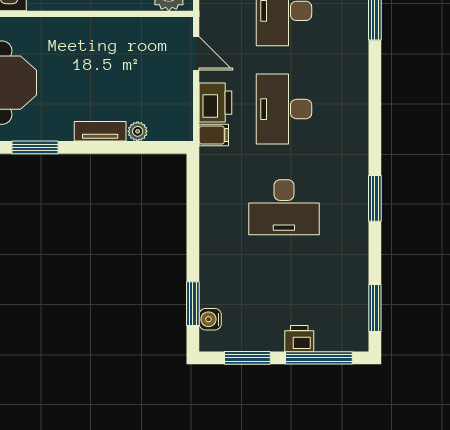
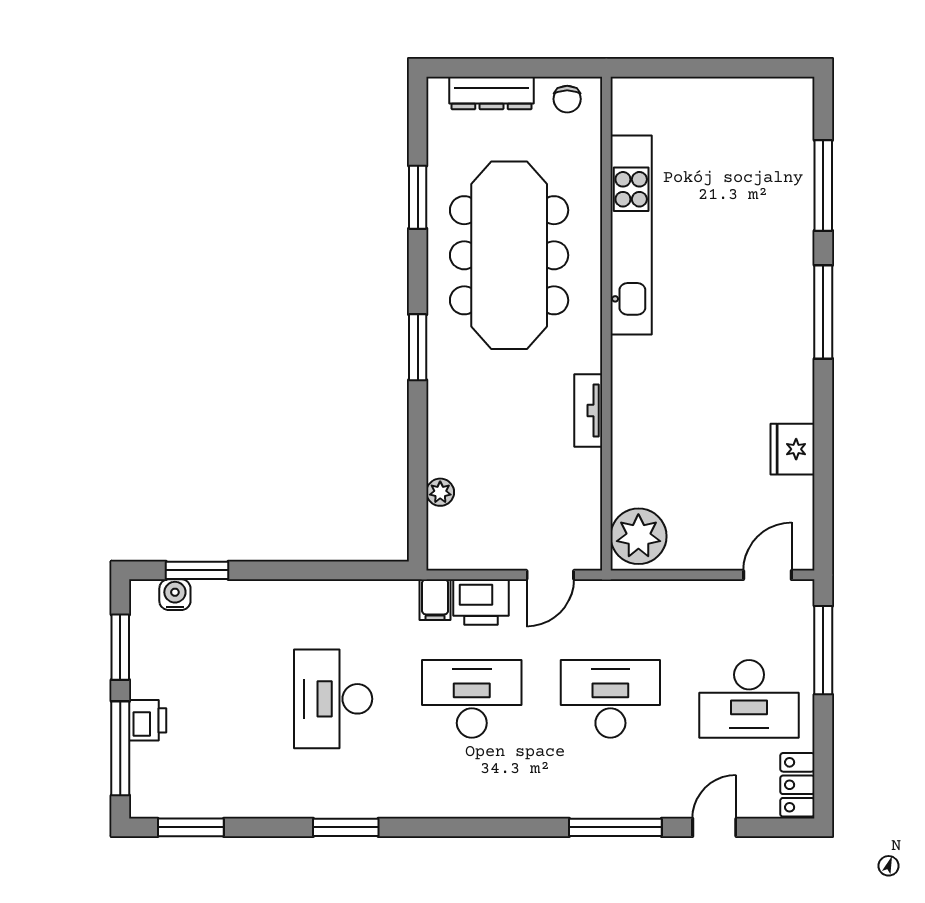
tv unit: (100, 131) -> (588, 410), moved, turned 180

